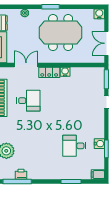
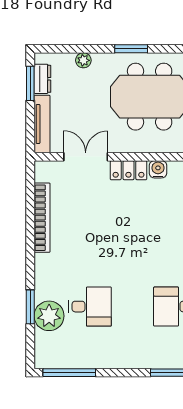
desk: (28, 101) -> (90, 307), moved
printer: (21, 174) -> (76, 359), removed

